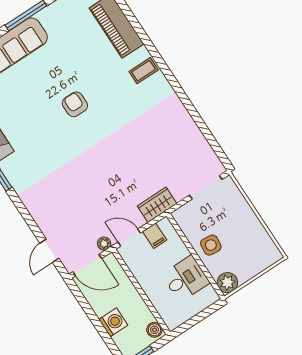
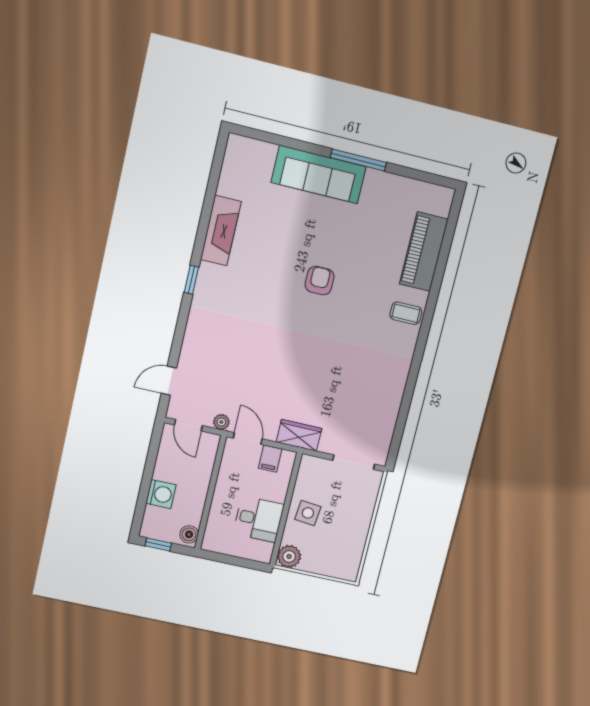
door: (87, 265) -> (188, 425), width x0.73

